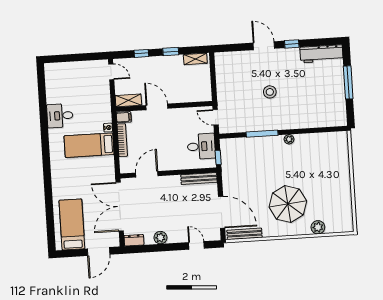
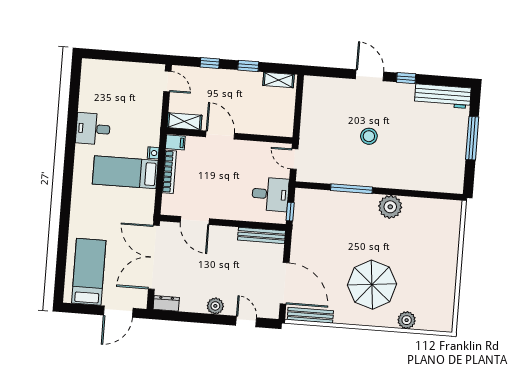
plant: (289, 139) -> (390, 207), width x1.87, depth x1.87
door: (147, 174) -> (195, 220), swing flipped
plant: (160, 238) -> (215, 306), moved

